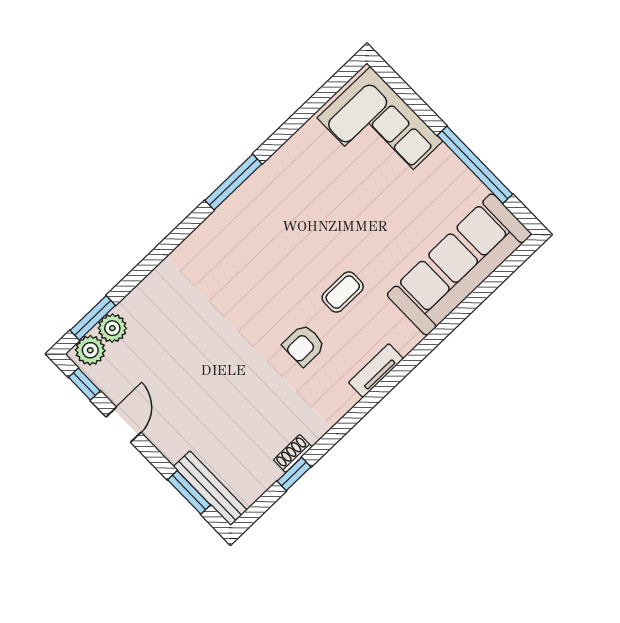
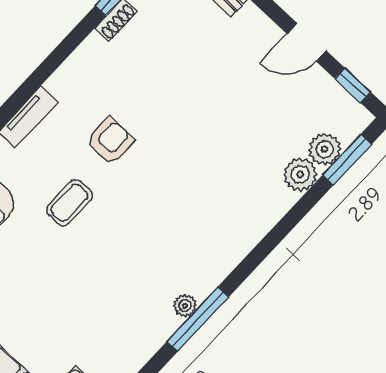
plant: (244, 195) -> (185, 306), added
plant: (90, 350) -> (300, 174), moved
door: (124, 425) -> (307, 42), hinge flipped

